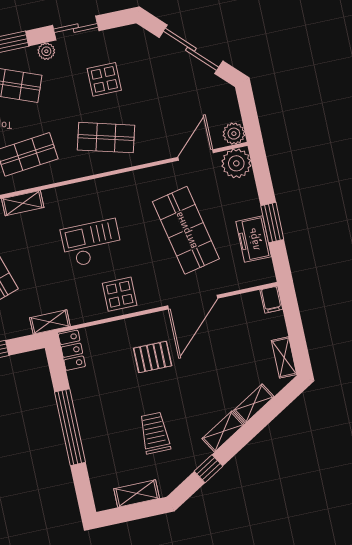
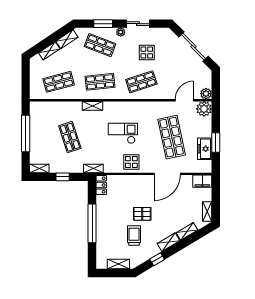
shop shelf: (106, 138) -> (141, 82), turned -33
filing cabinet: (271, 300) -> (202, 181), width x2.00
pallet: (153, 357) -> (142, 214), moved

